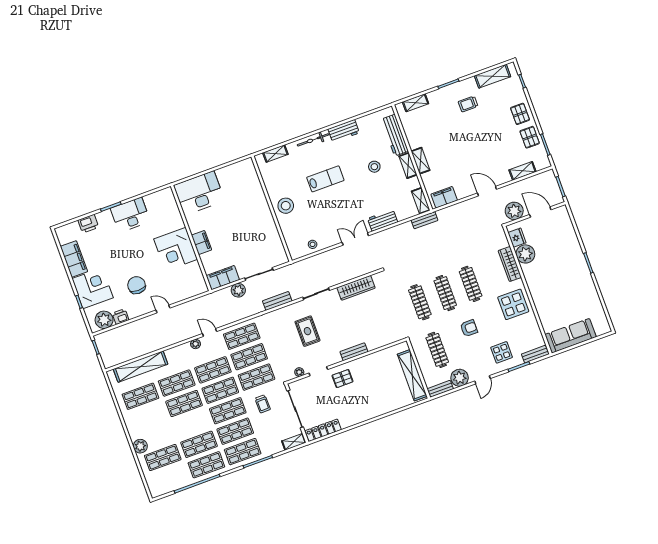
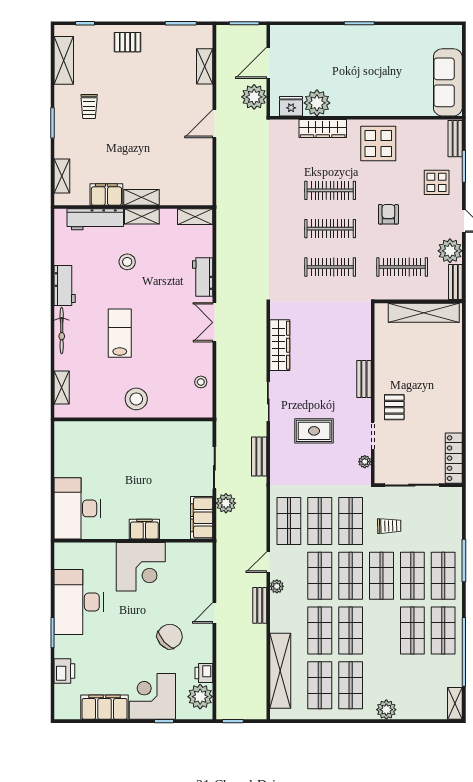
pallet: (530, 137) -> (163, 41), removed
filing cabinet: (444, 197) -> (106, 195), moved, turned 90
desk: (130, 215) -> (79, 602), width x1.36, depth x1.30
bench: (424, 220) -> (260, 605), moved
chair: (137, 285) -> (170, 636), turned 138
shelving: (294, 442) -> (455, 703), moved
shop shelf: (163, 458) -> (351, 685), moved

